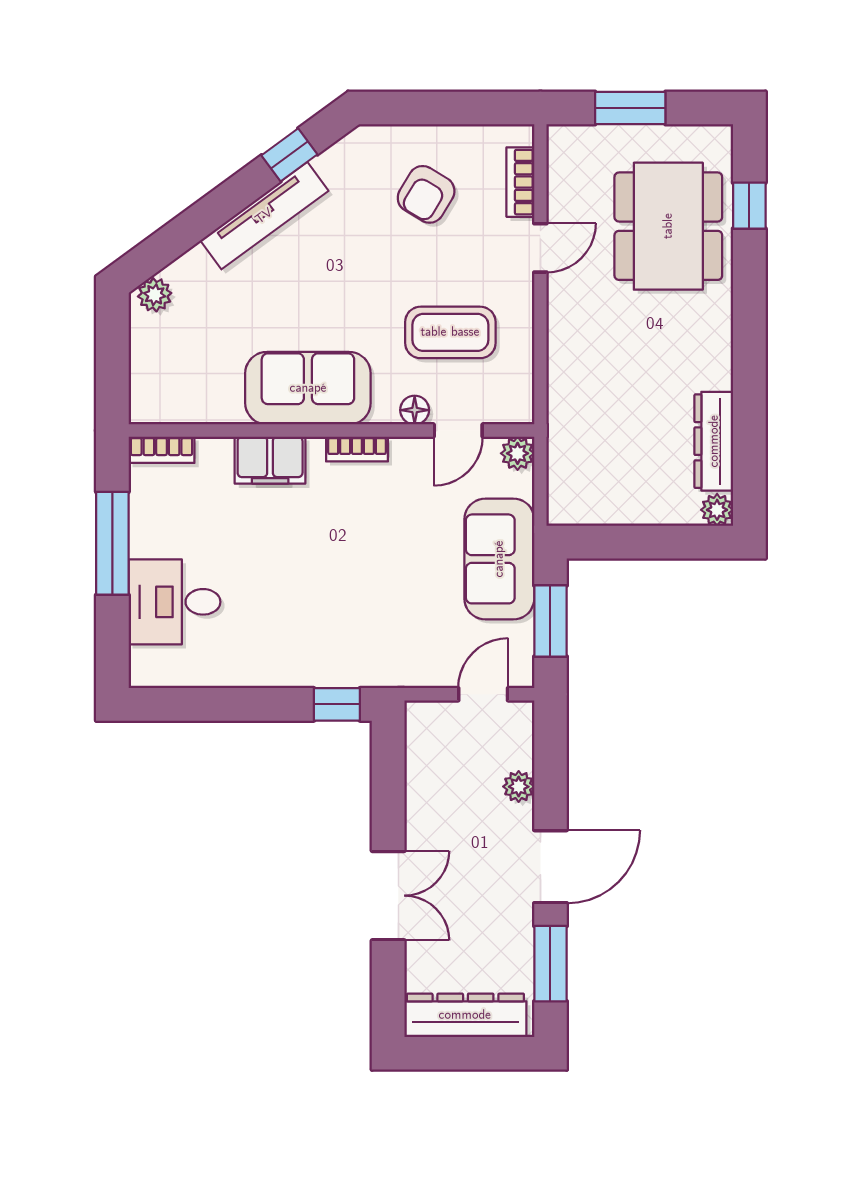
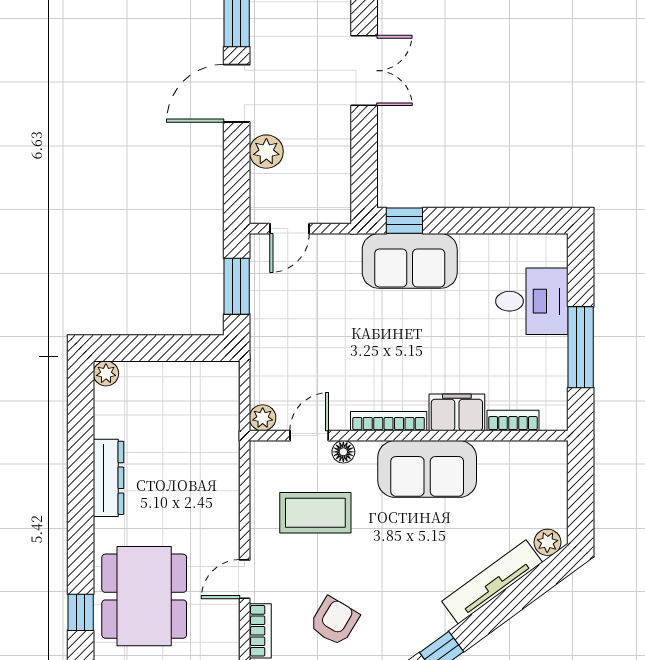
tv unit: (264, 216) -> (492, 582), moved
dresser: (714, 441) -> (109, 478), moved
bookcase: (357, 449) -> (389, 421), width x1.56
bookcase: (162, 450) -> (513, 421), moved
sofa: (499, 559) -> (410, 261), moved, turned 90
plant: (519, 787) -> (266, 152), width x1.38, depth x1.38
double door: (388, 896) -> (364, 71), swing flipped

